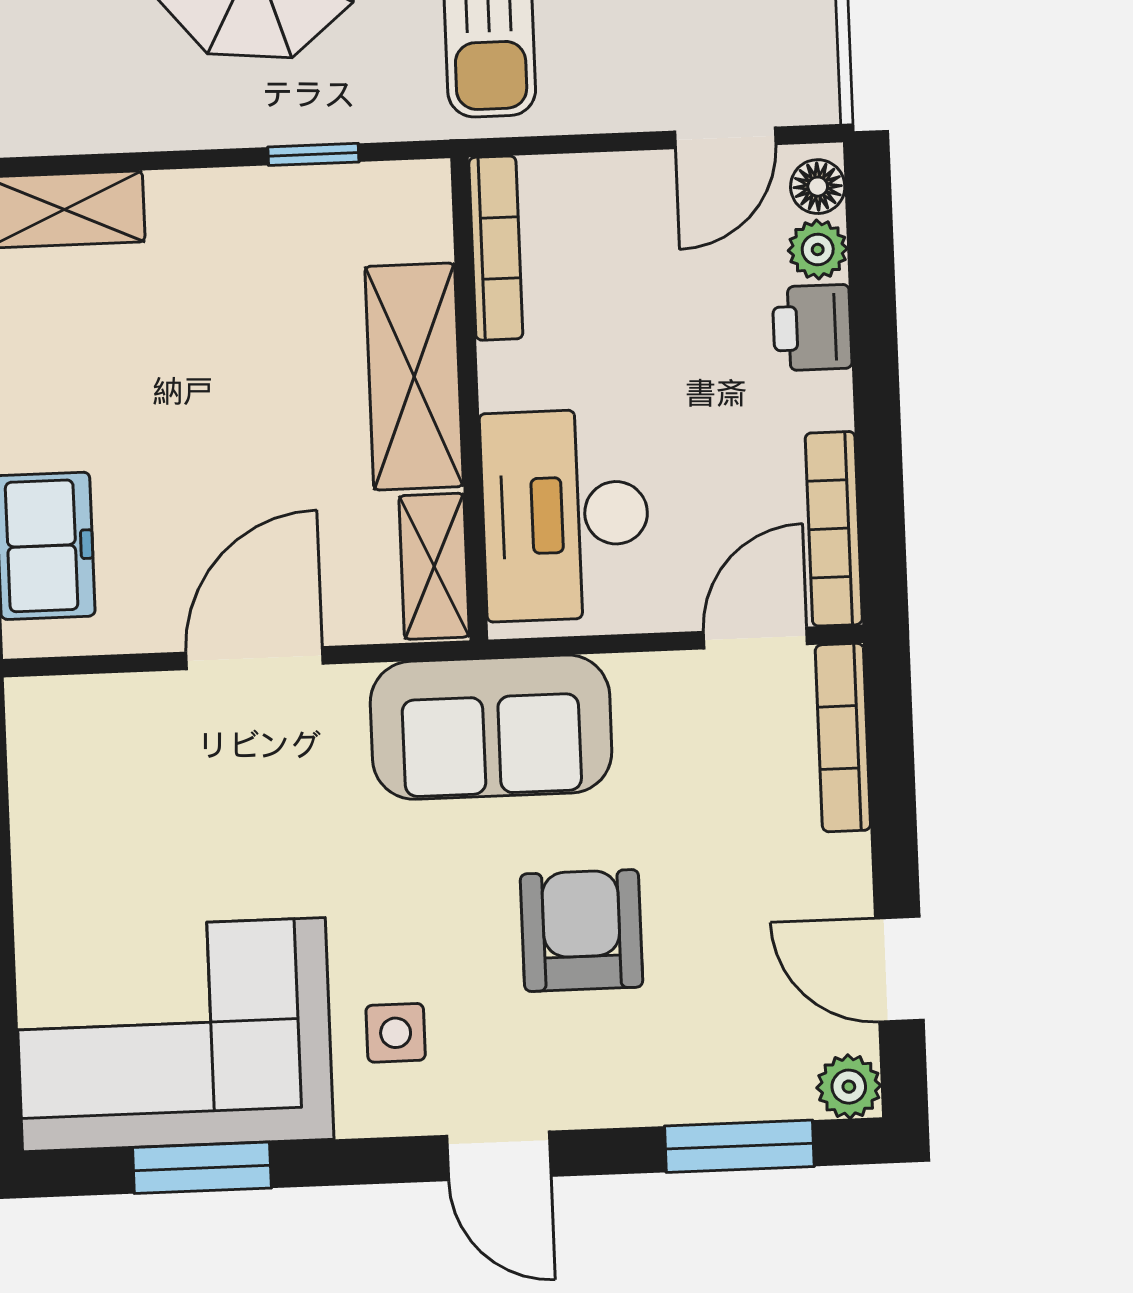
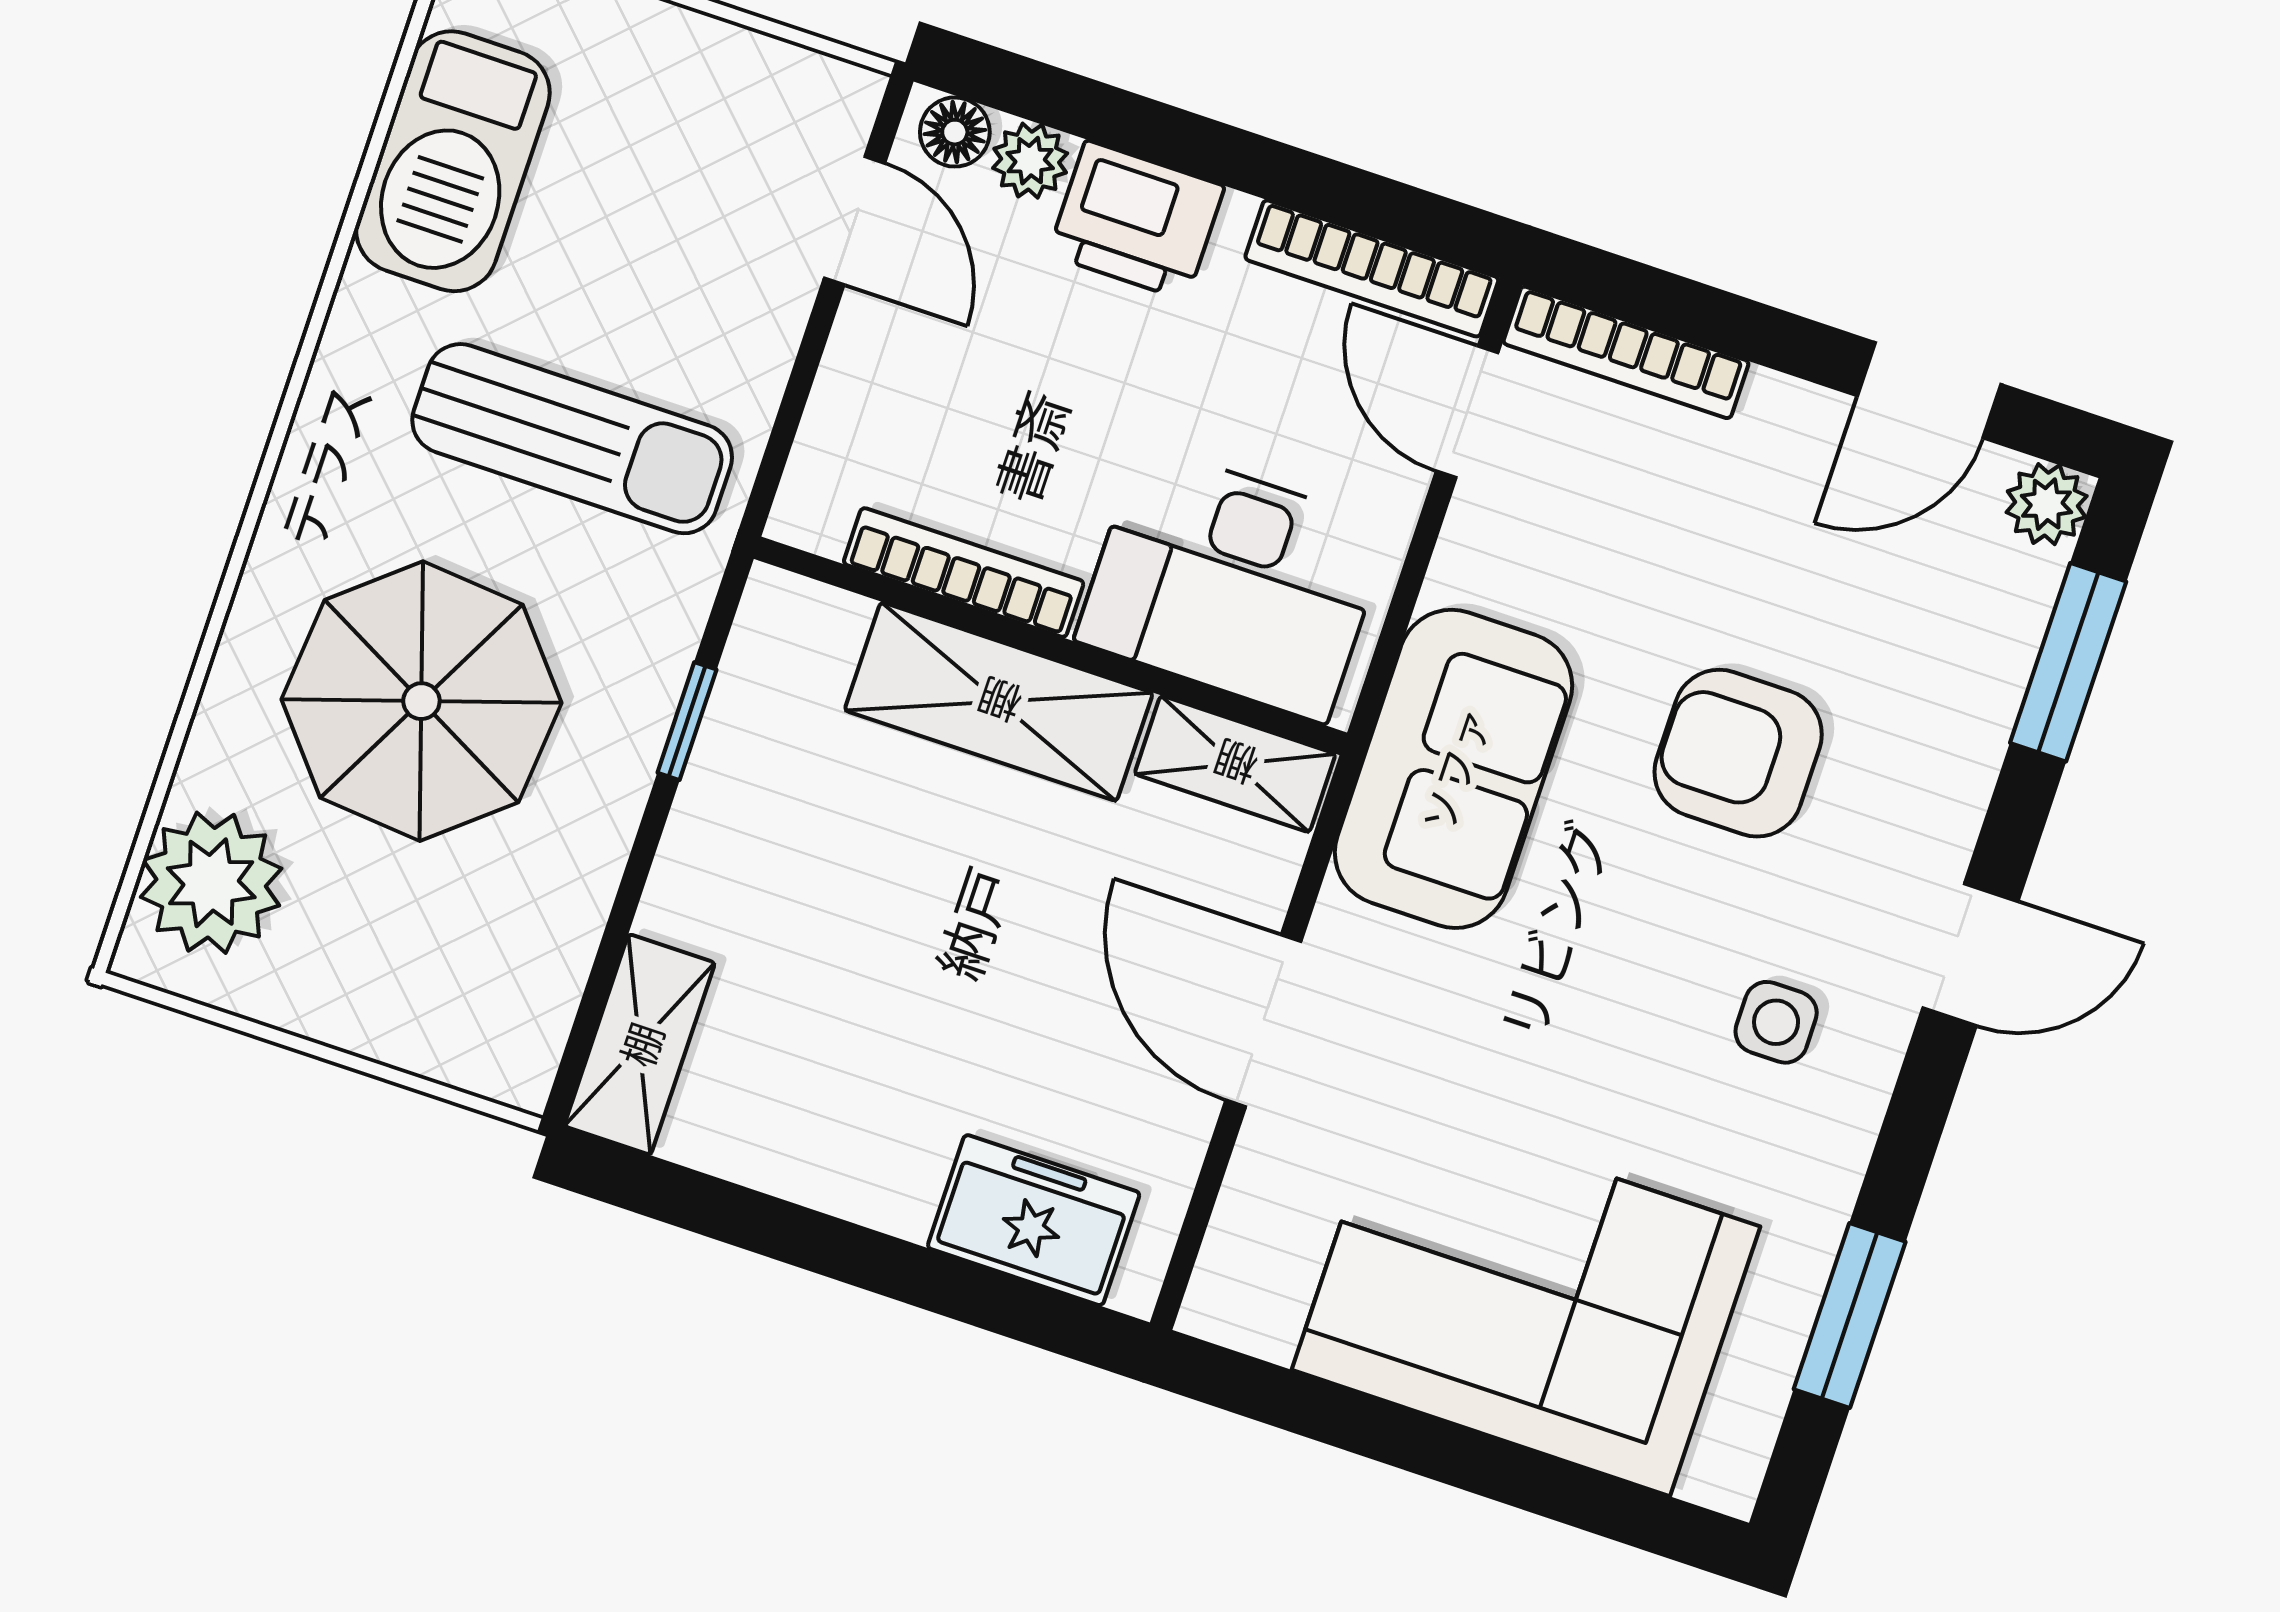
bookcase: (496, 248) -> (964, 573), moved
printer: (812, 328) -> (1136, 220), width x1.36, depth x1.24
corner sofa: (174, 1035) -> (1526, 1298), moved, turned 90

